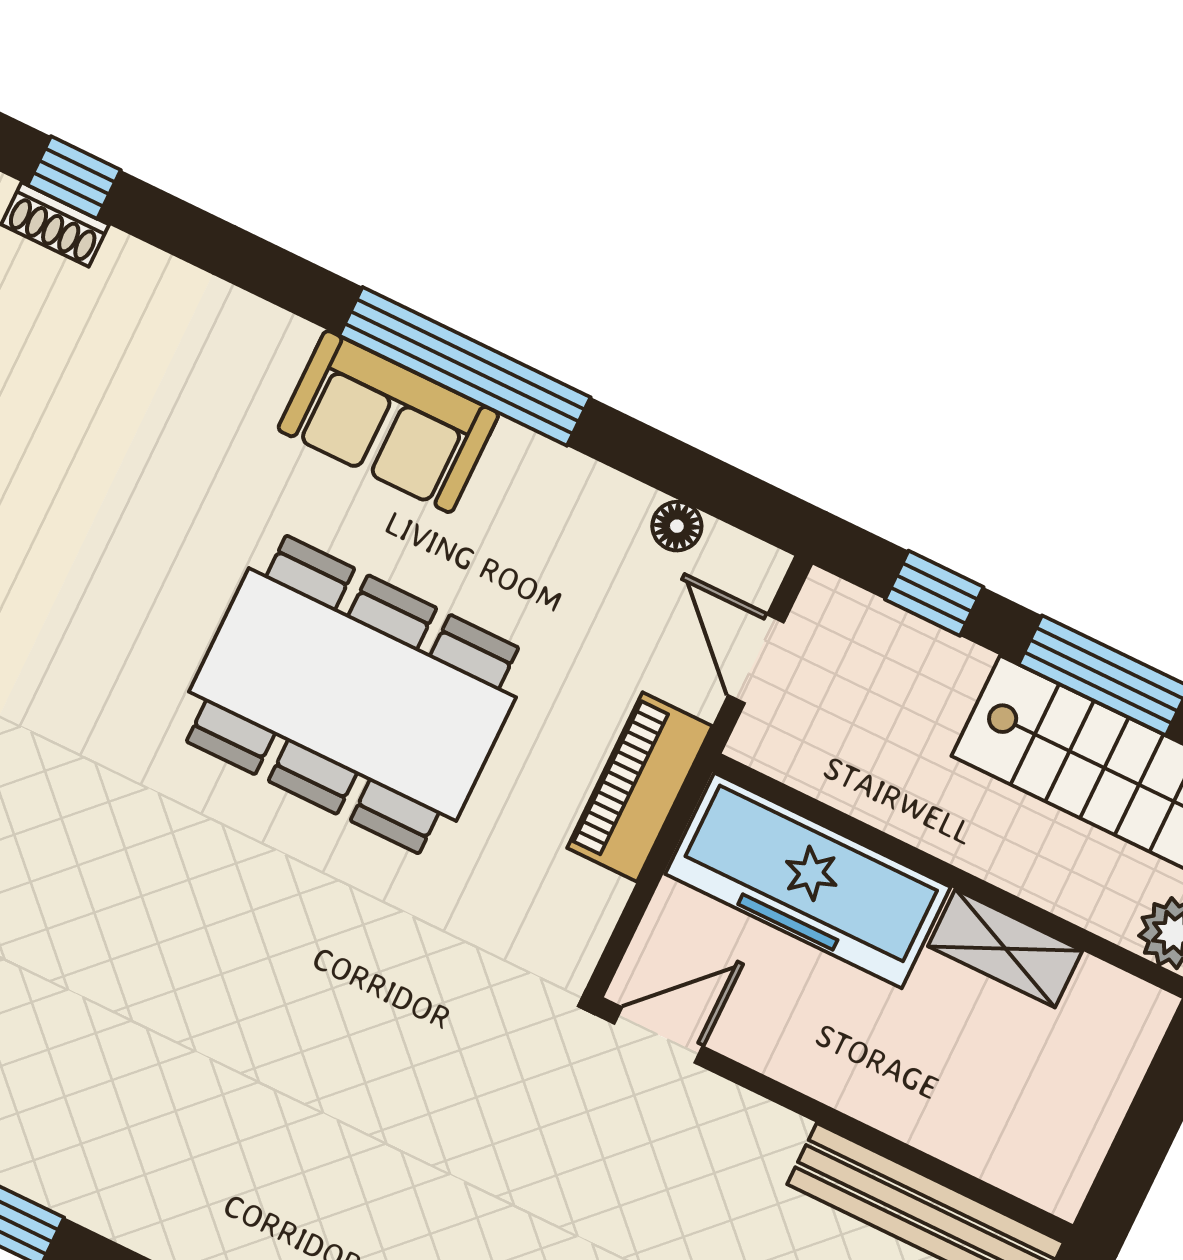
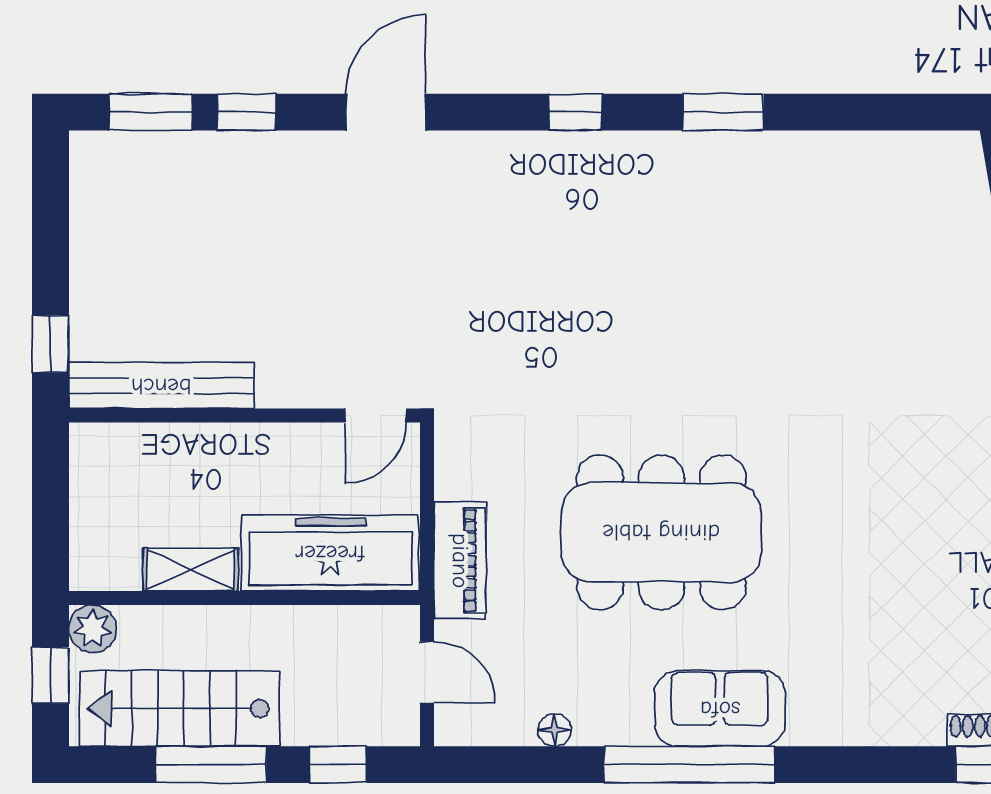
floor lamp: (677, 526) -> (555, 730), moved

